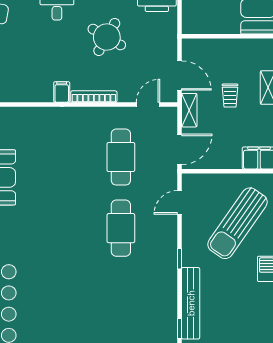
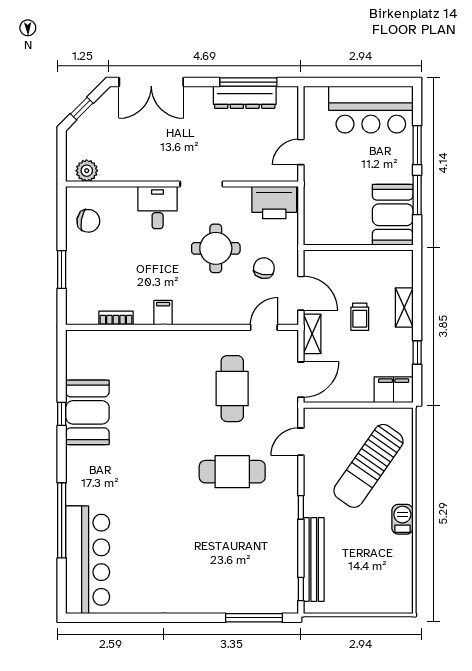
round table: (107, 37) -> (216, 248), turned -30
chair: (148, 54) -> (264, 268), added
bookcase: (94, 97) -> (116, 318), moved, width x0.64
cafe table: (121, 228) -> (232, 472), turned 90

